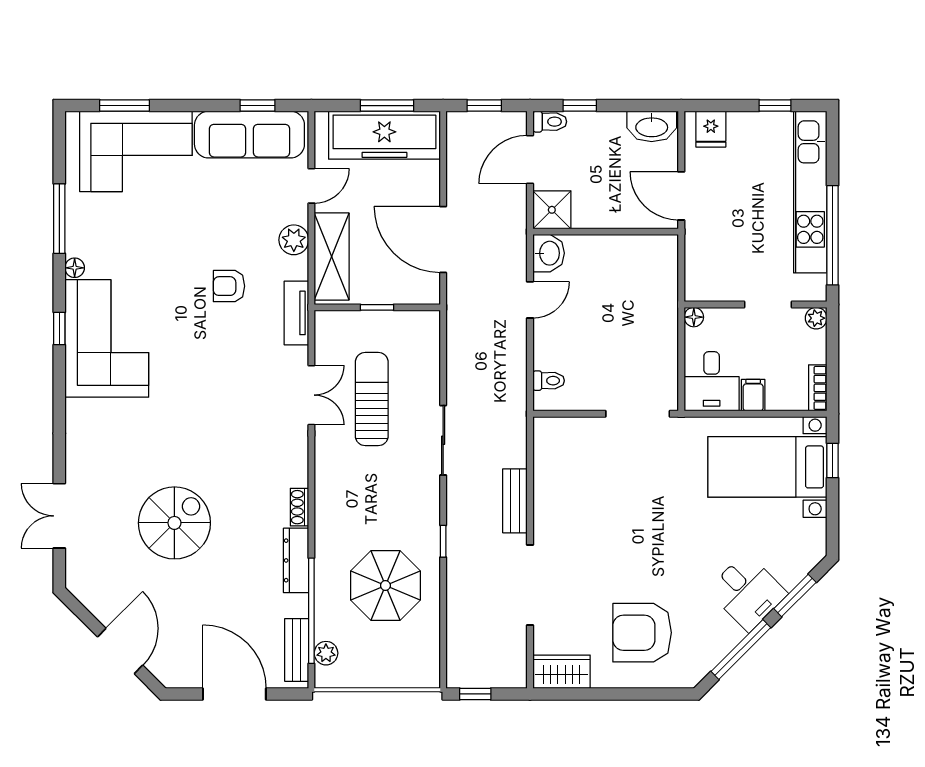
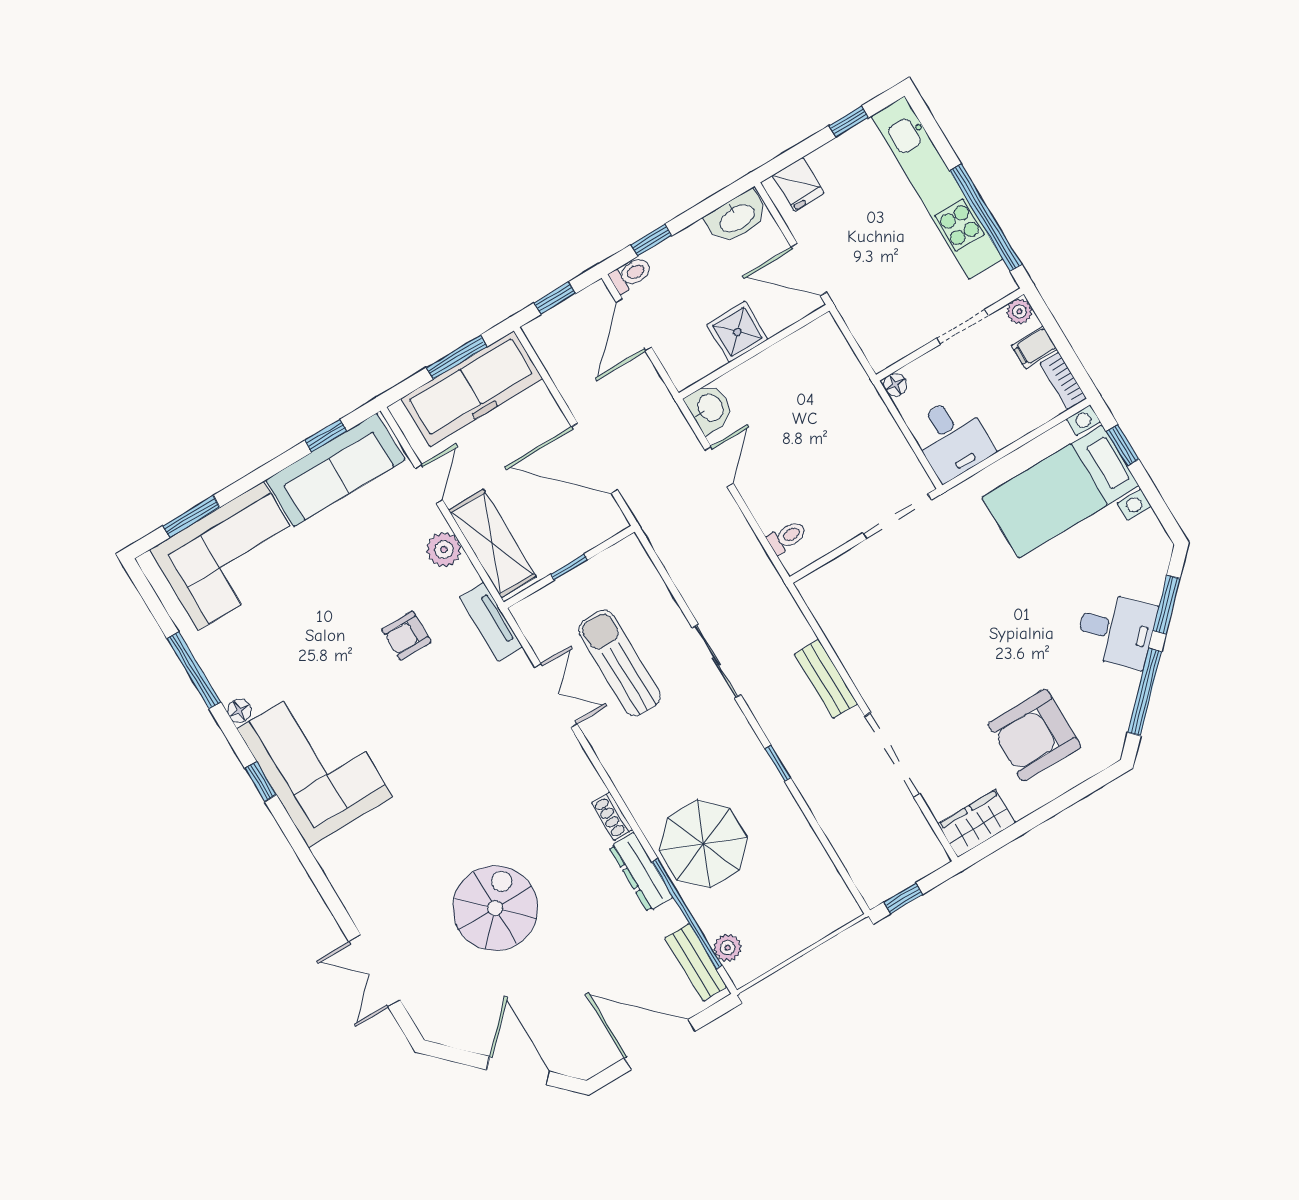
shower: (552, 210) -> (737, 332), moved
filing cabinet: (753, 395) -> (1034, 347), moved, turned -90
parasol: (385, 585) -> (703, 844), moved

